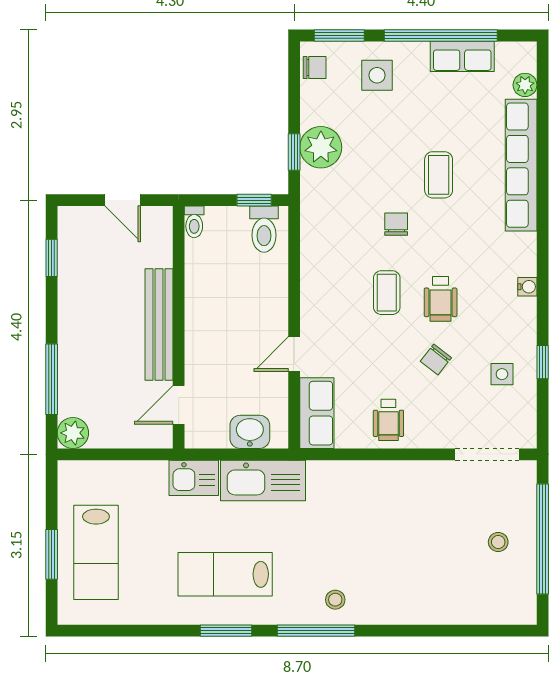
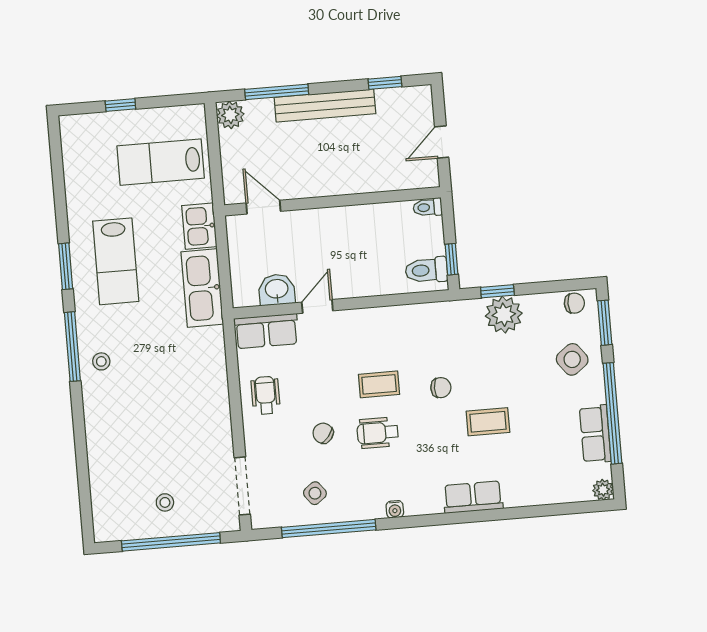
chair: (315, 67) -> (574, 303), turned -90
side table: (377, 75) -> (572, 359), turned -37
plant: (525, 85) -> (603, 490), moved
row of seats: (521, 165) -> (473, 497), width x0.50
bench: (159, 324) -> (325, 105), moved
door: (294, 354) -> (317, 306), hinge flipped
window: (543, 362) -> (329, 529), width x3.17
side table: (502, 374) -> (315, 493), turned -38
wheelchair: (388, 420) -> (266, 395), turned 90
washbasin: (250, 432) -> (277, 290), moved, turned -90
lab bench: (96, 552) -> (161, 162), moved
window: (52, 554) -> (120, 105), width x0.67
lab bench: (225, 574) -> (116, 261), turned 180

